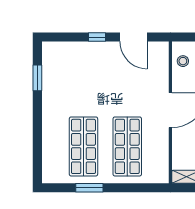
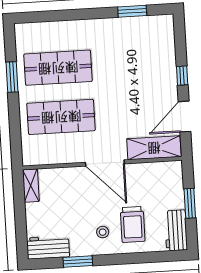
stool: (183, 61) -> (161, 174), removed
shelving: (159, 66) -> (154, 148), added

